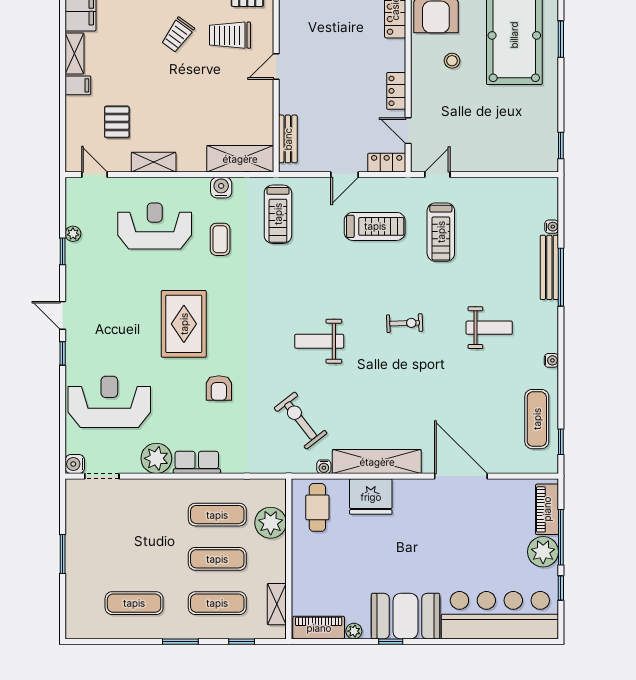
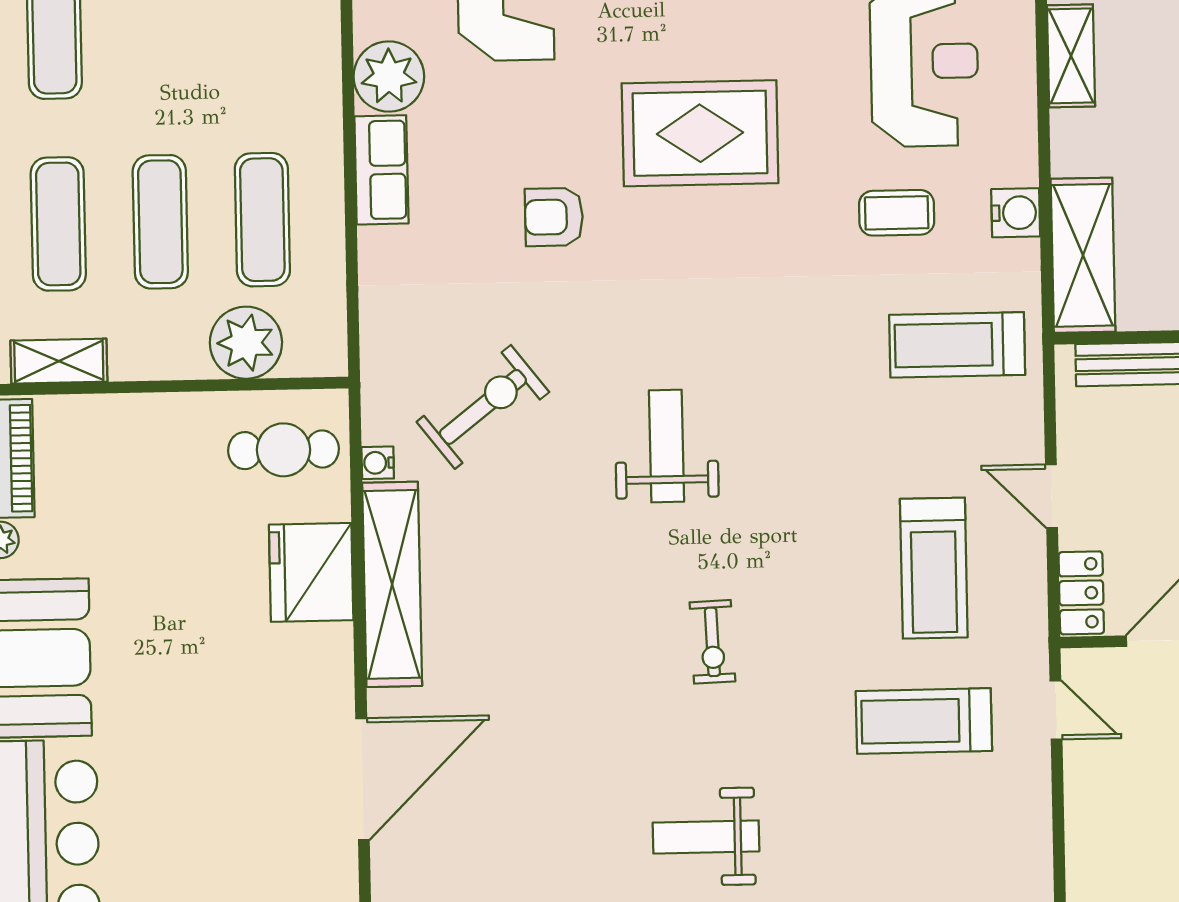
weight bench: (489, 328) -> (706, 837), turned 90

